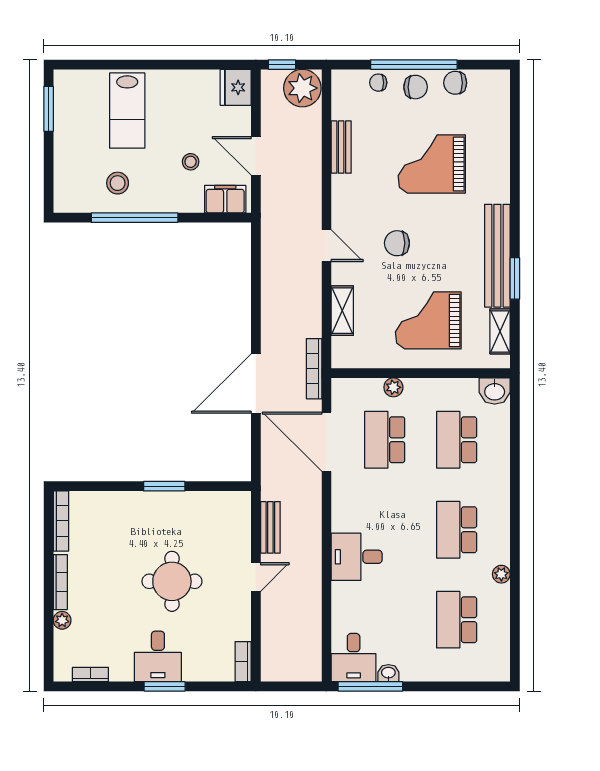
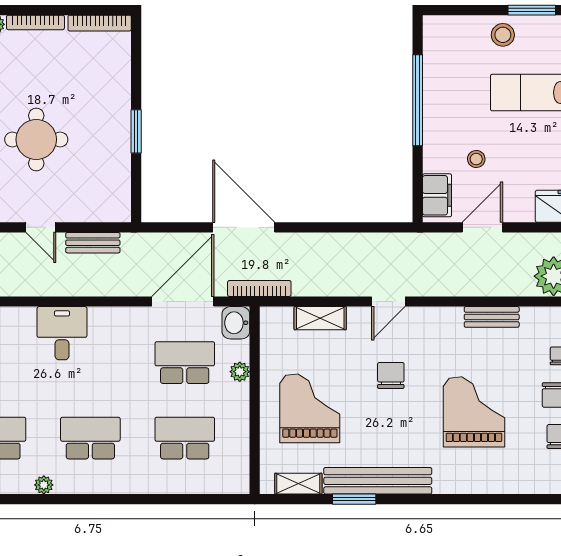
stool: (118, 183) -> (503, 35), moved
washbasin: (495, 391) -> (236, 323), moved

